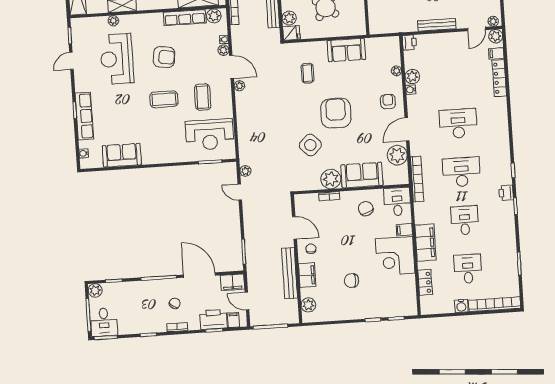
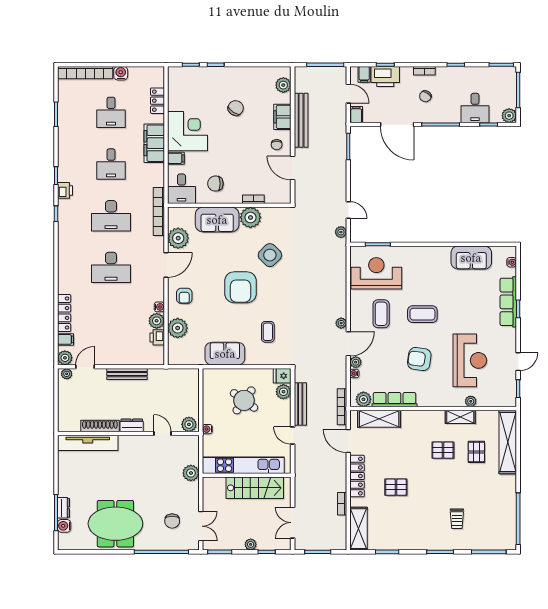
printer: (409, 42) -> (157, 337), moved
door: (231, 67) -> (348, 344), swing flipped
plant: (396, 71) -> (178, 328), width x1.88, depth x1.88
chair: (366, 209) -> (215, 184), turned 110
chair: (351, 281) -> (236, 108), turned -57
filing cabinet: (232, 282) -> (356, 115), width x0.50
desk: (104, 322) -> (475, 108), moved, turned 180

